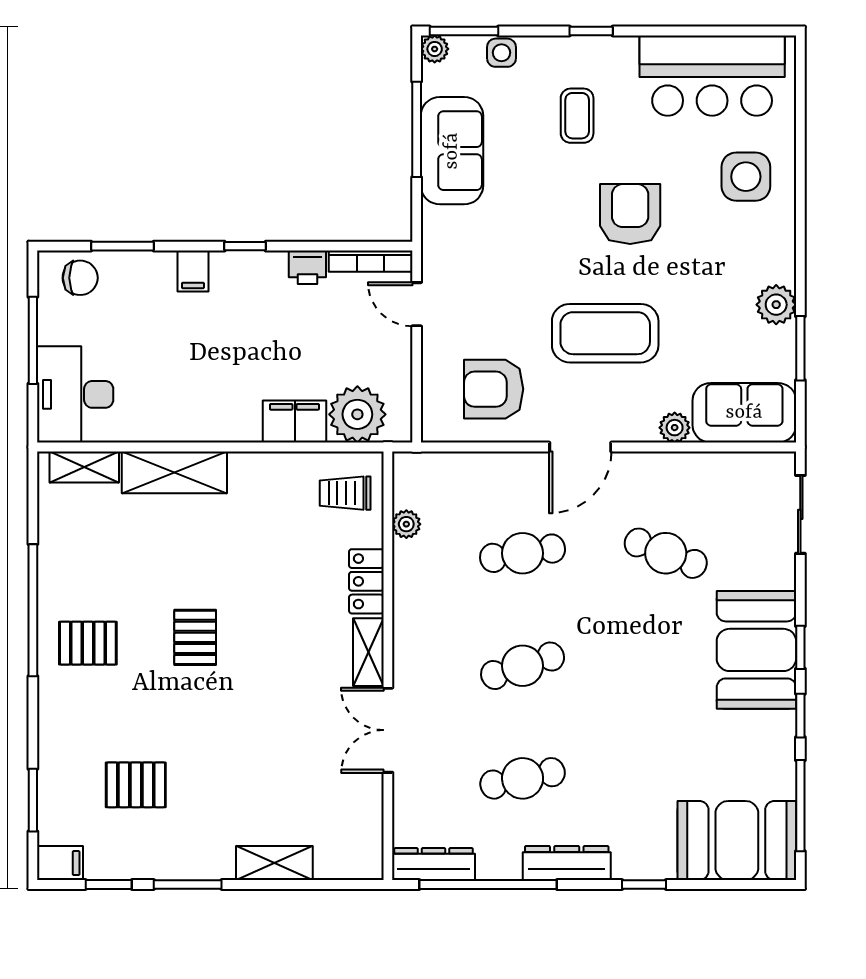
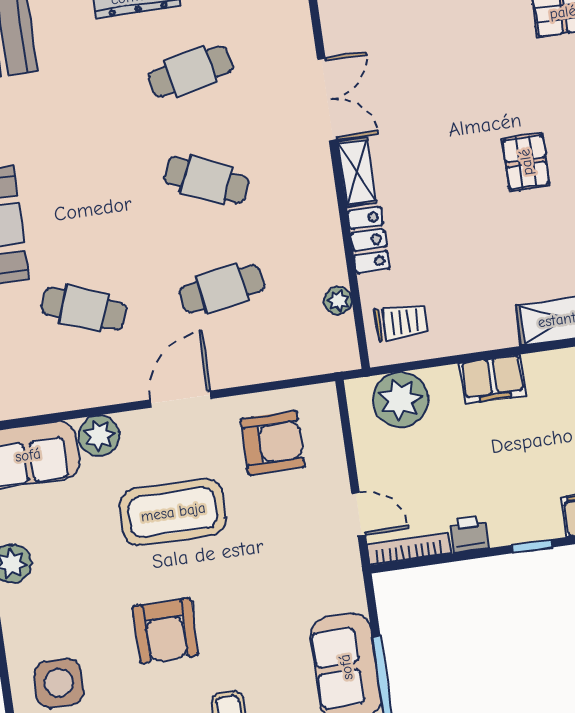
filing cabinet: (295, 422) -> (493, 379), moved
plant: (675, 428) -> (99, 436), width x1.38, depth x1.38
cafe table: (523, 666) -> (206, 180), turned 42

